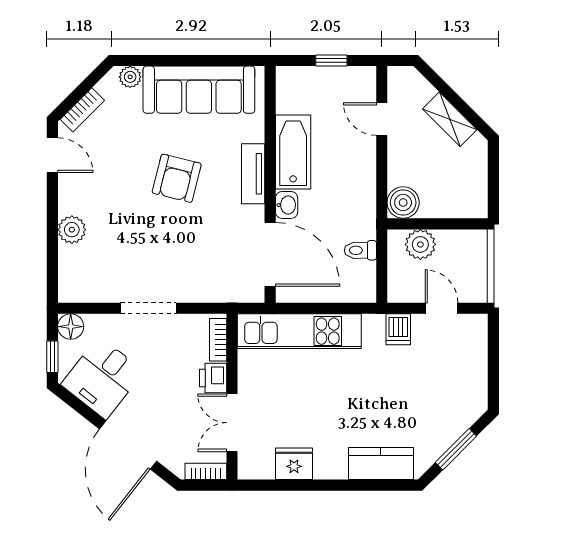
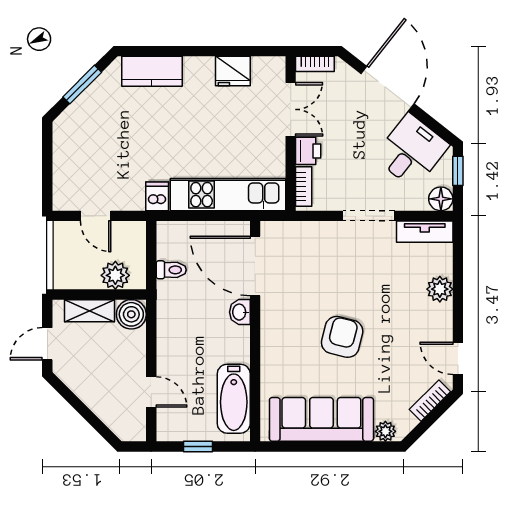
shelving: (450, 119) -> (90, 311), moved, turned -45
bathtub: (293, 152) -> (234, 399), moved
door: (493, 171) -> (47, 344), added
tv unit: (253, 174) -> (425, 232), moved, turned 90
dishwasher: (398, 329) -> (157, 196), moved

